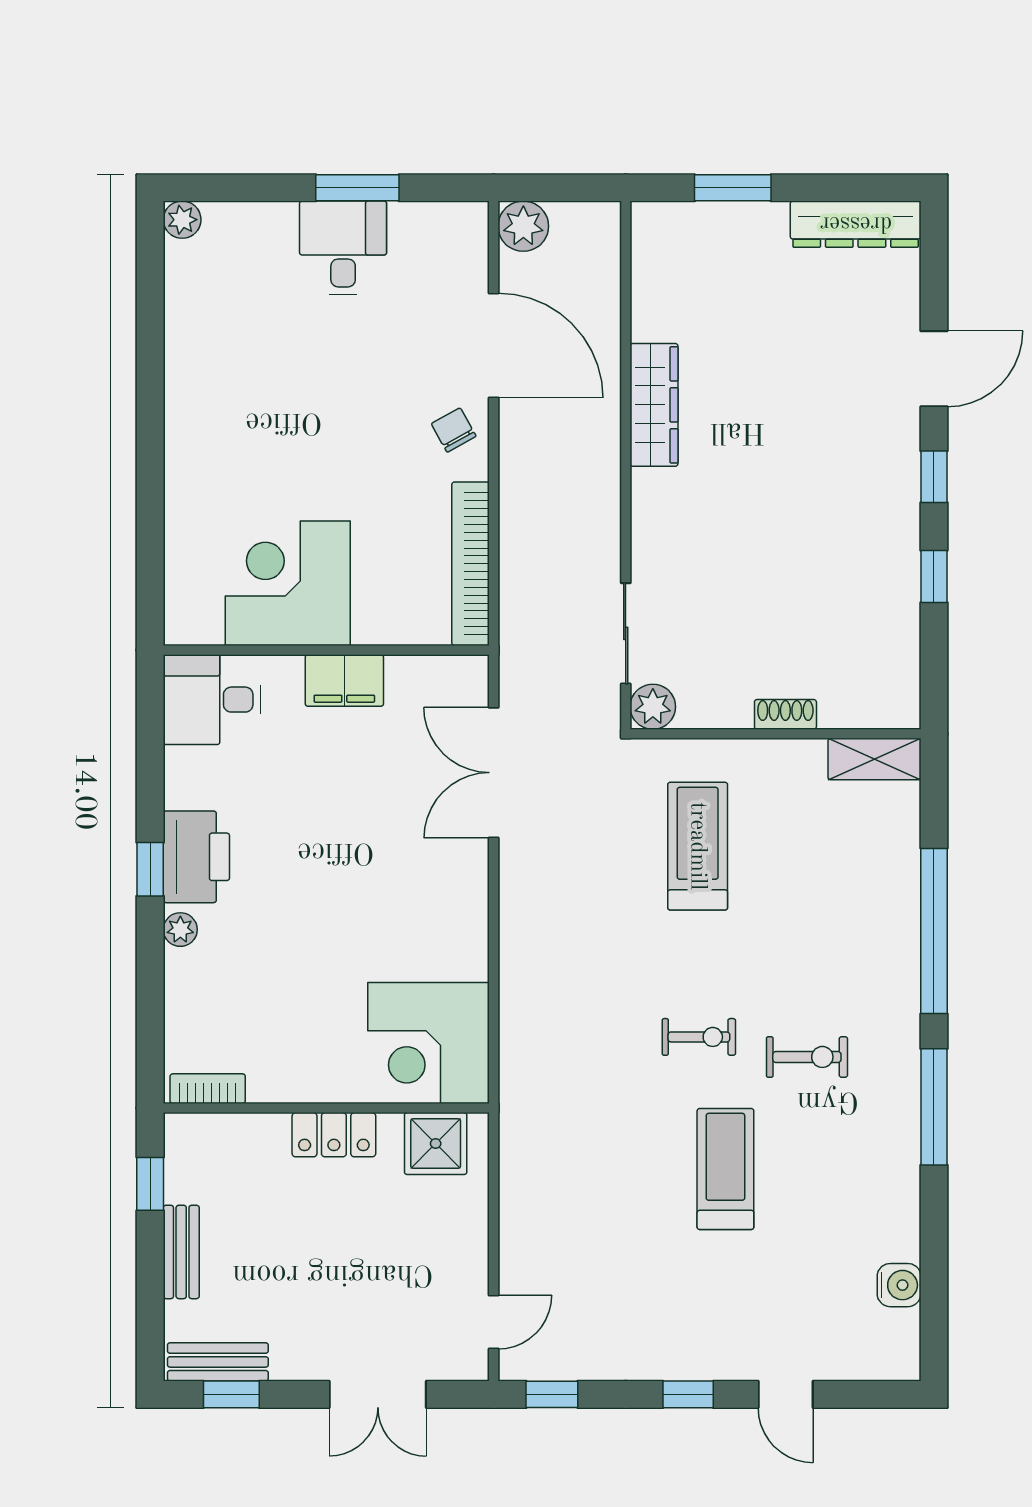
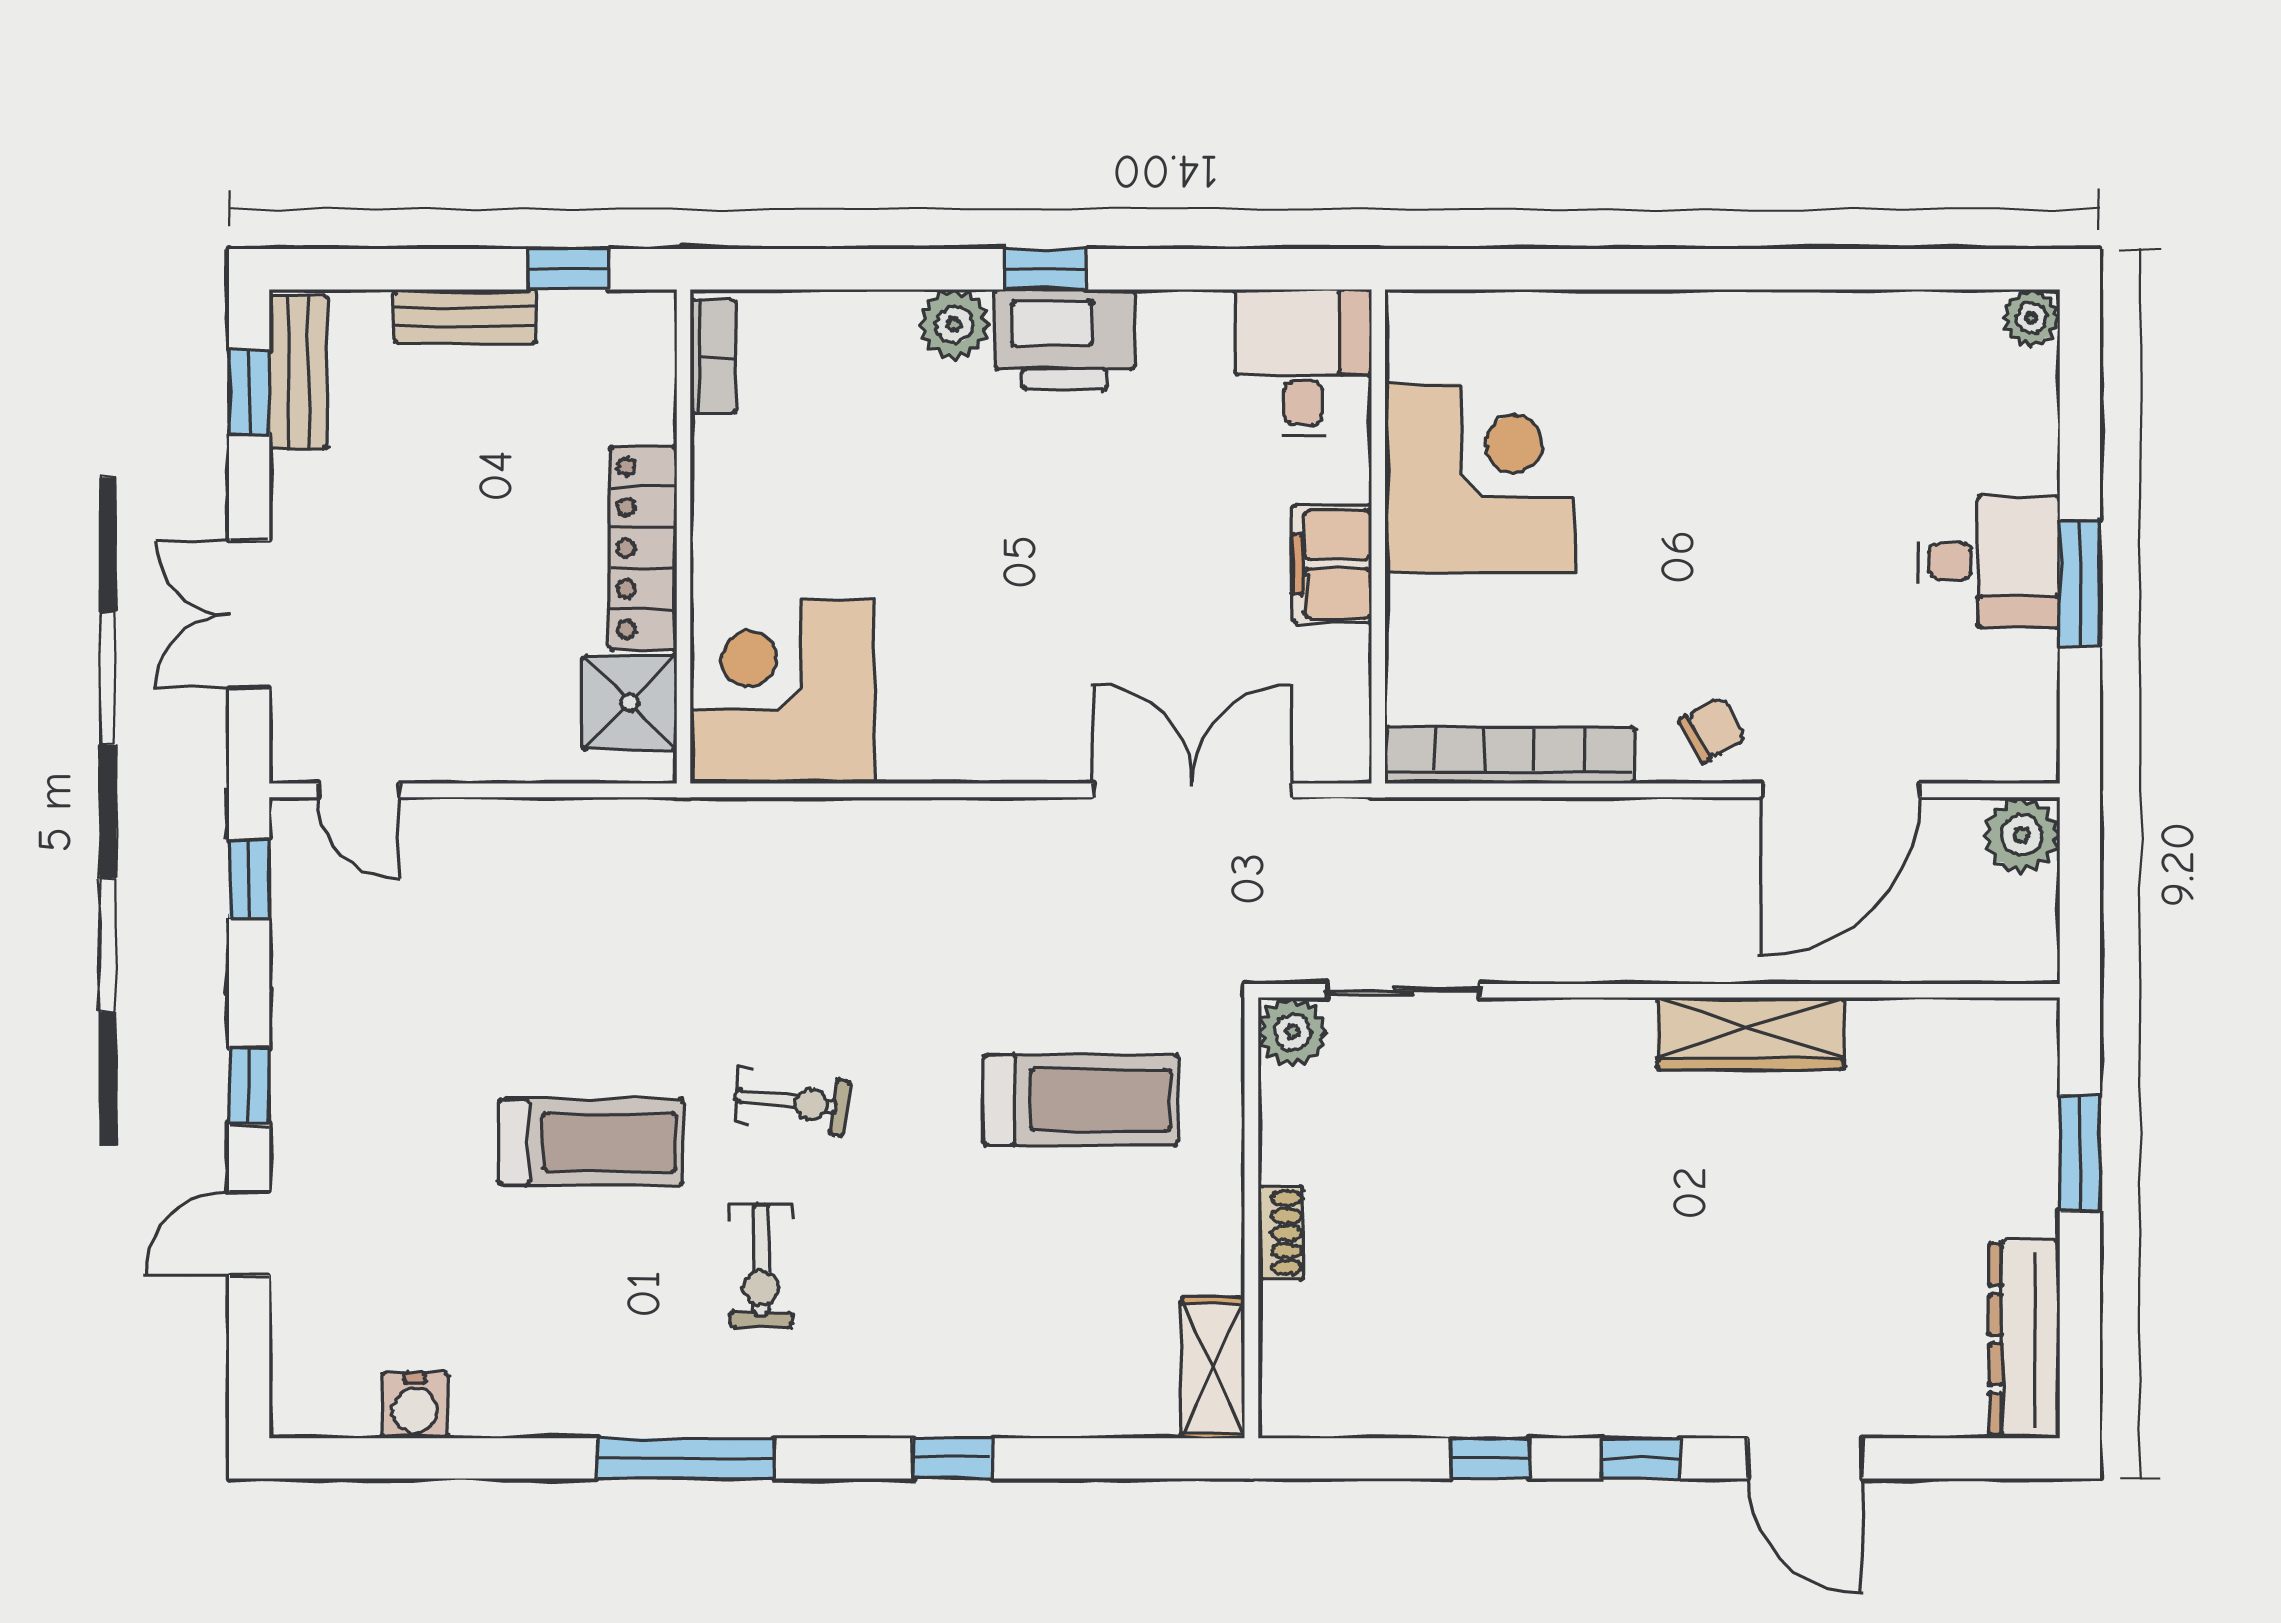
plant: (180, 930) -> (954, 325), width x1.38, depth x1.38
window: (934, 931) -> (952, 1458), width x0.32
exercise bike: (699, 1037) -> (791, 1102), turned -83
locker: (334, 1135) -> (643, 548), width x1.53

